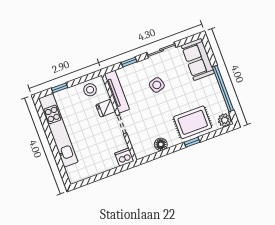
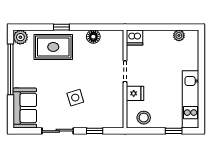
tv unit: (117, 92) -> (118, 106), removed
kitchen unit: (58, 130) -> (191, 99), width x0.73
plant: (86, 173) -> (179, 35), added

